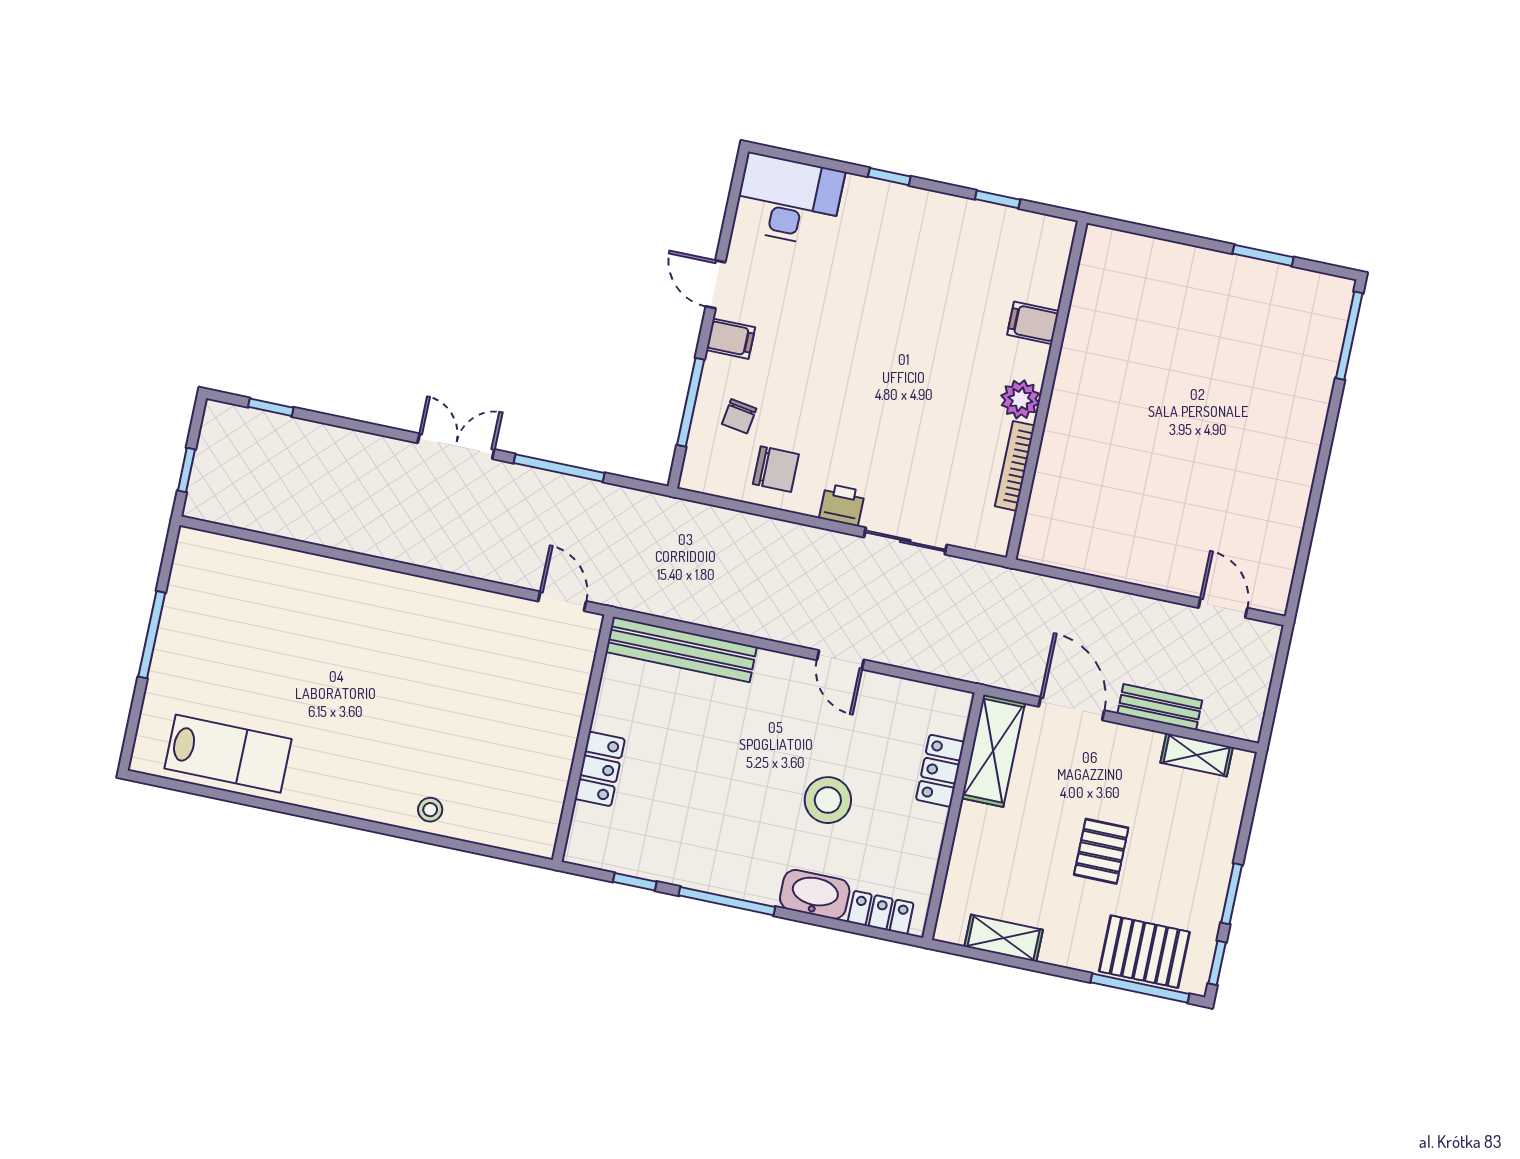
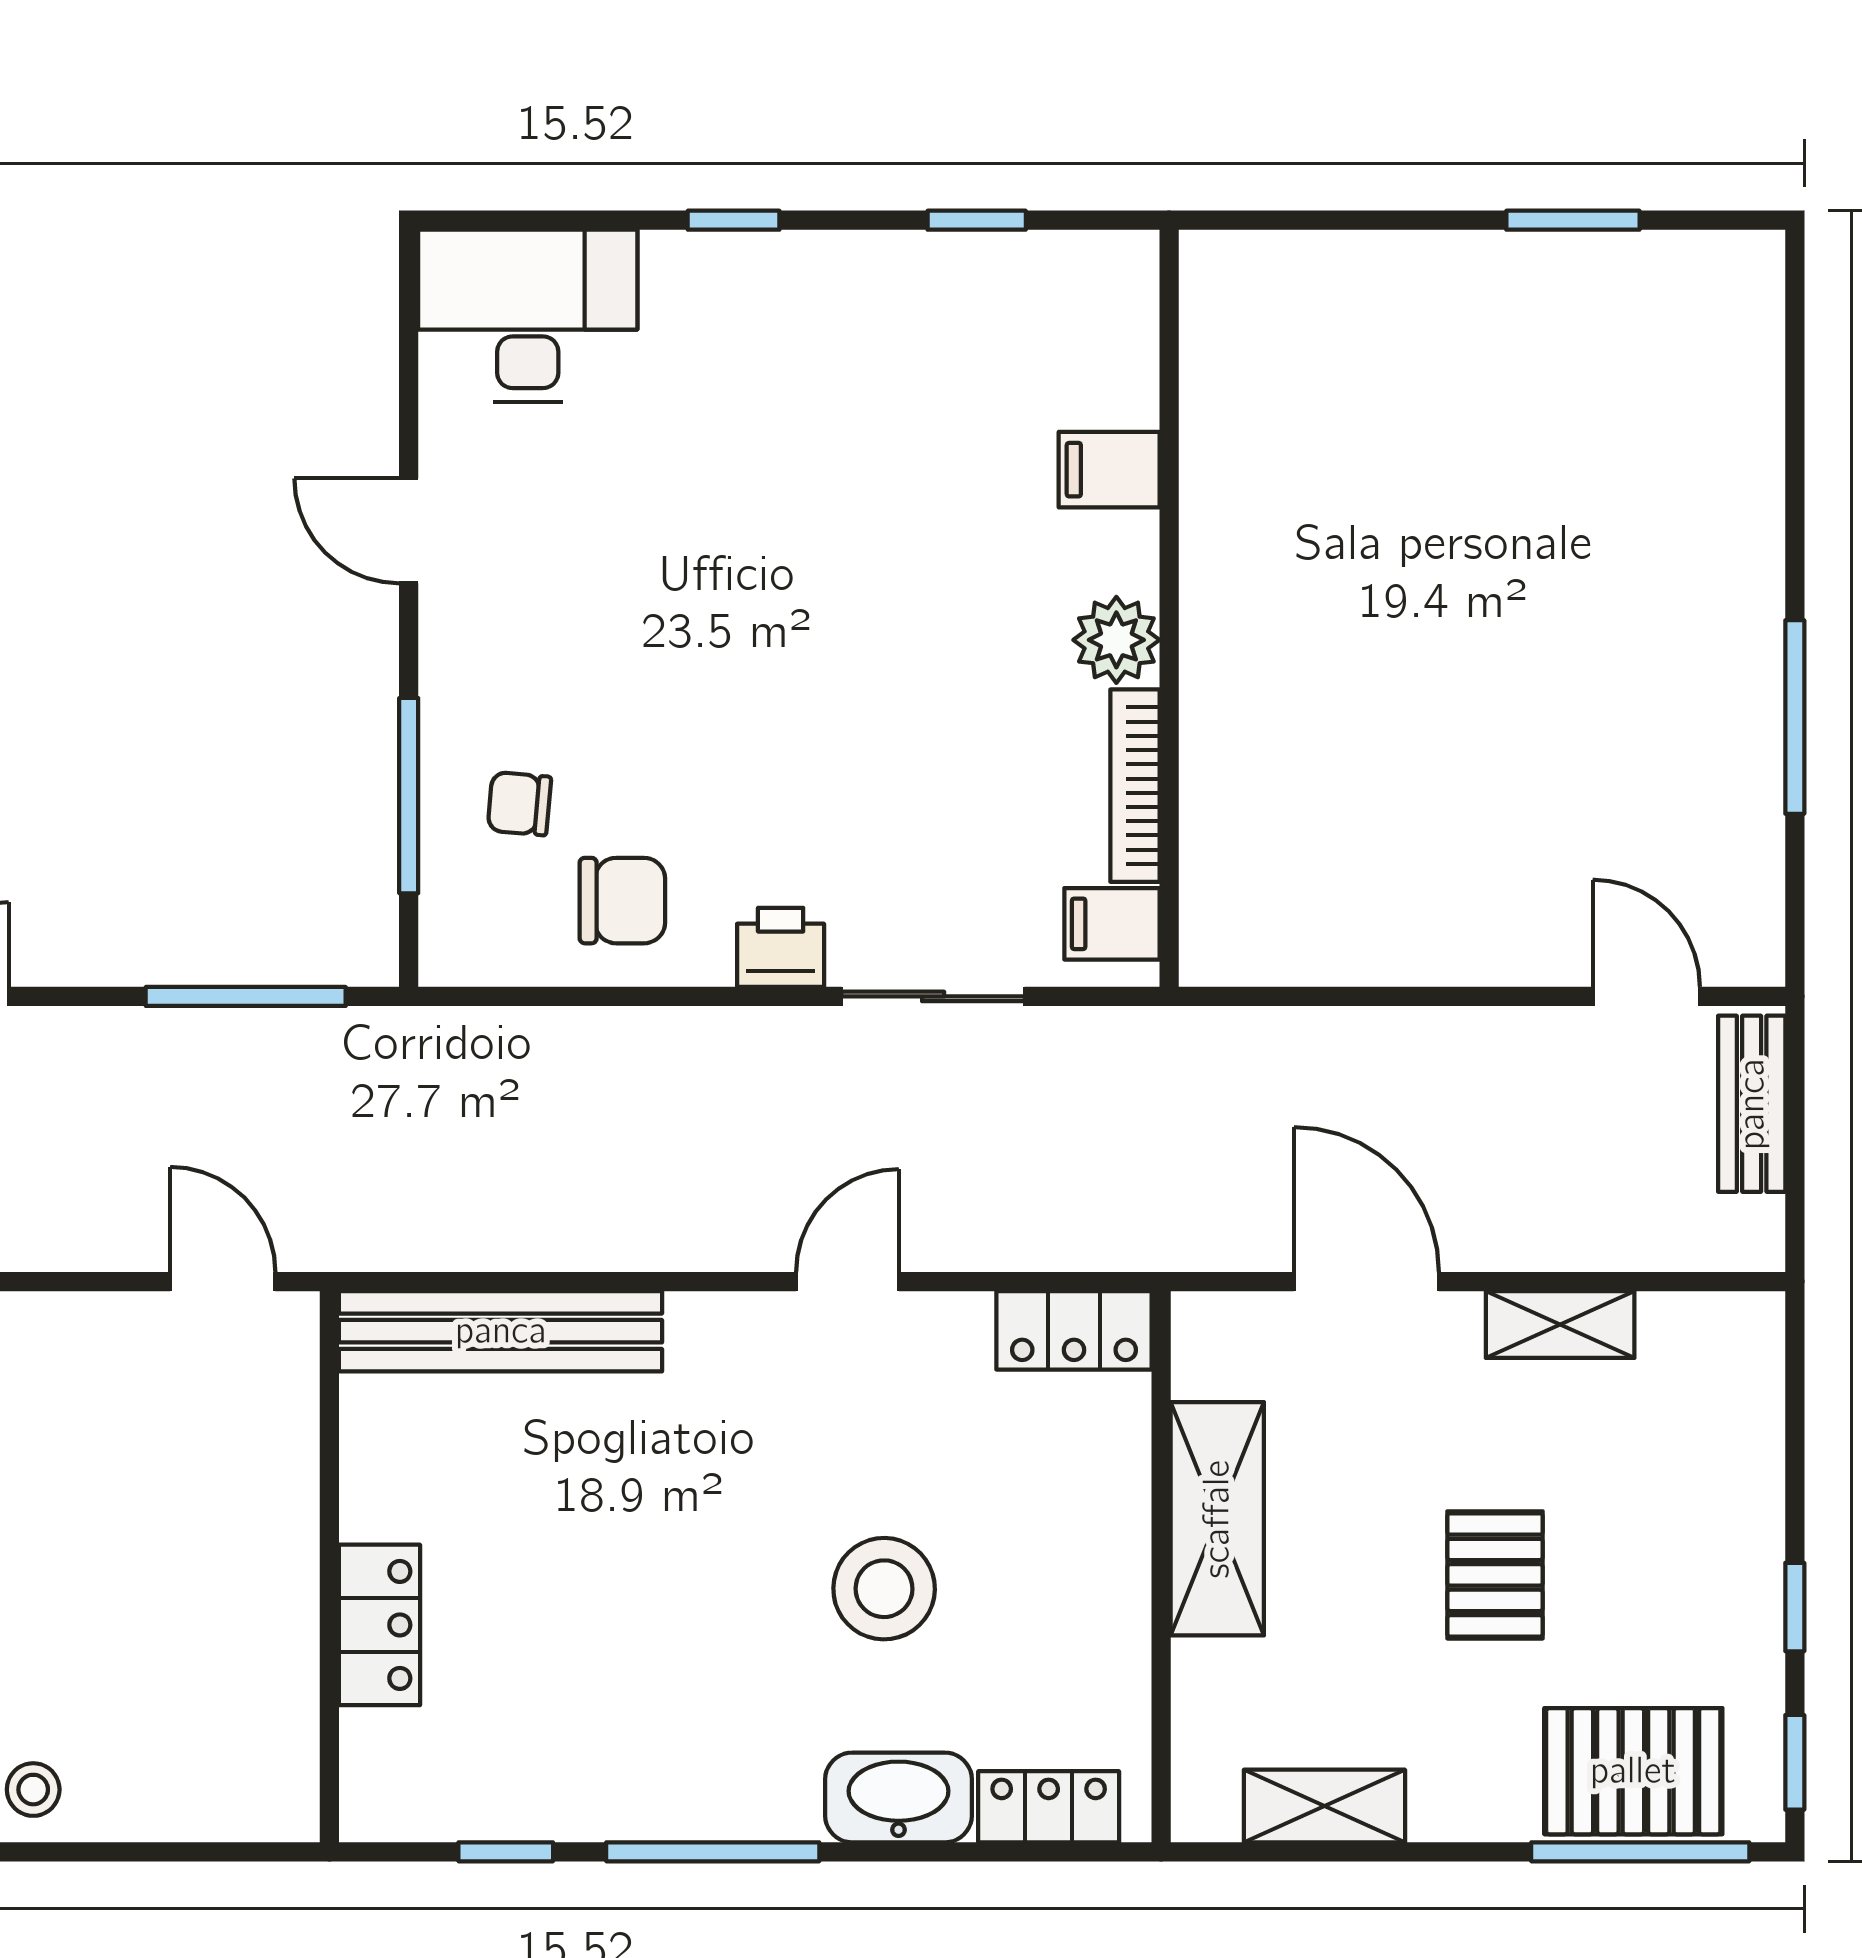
window: (1349, 336) -> (1795, 717), moved
filing cabinet: (731, 339) -> (1112, 924), moved, turned 180
chair: (739, 416) -> (519, 804), turned 86
window: (559, 468) -> (246, 996), moved
door: (840, 660) -> (847, 1282), swing flipped
bench: (1160, 707) -> (1752, 1104), moved, turned 90
shelving: (993, 751) -> (1217, 1519), moved
shelving: (1197, 755) -> (1560, 1324), moved
locker: (940, 771) -> (1074, 1330), moved, turned -90
window: (1232, 894) -> (1795, 1607), width x0.67

